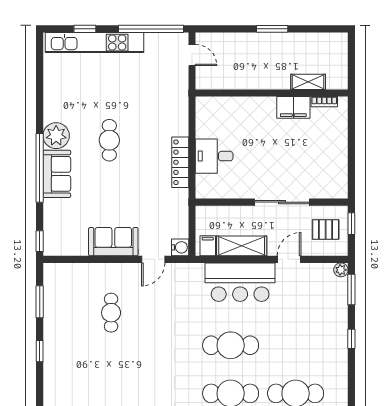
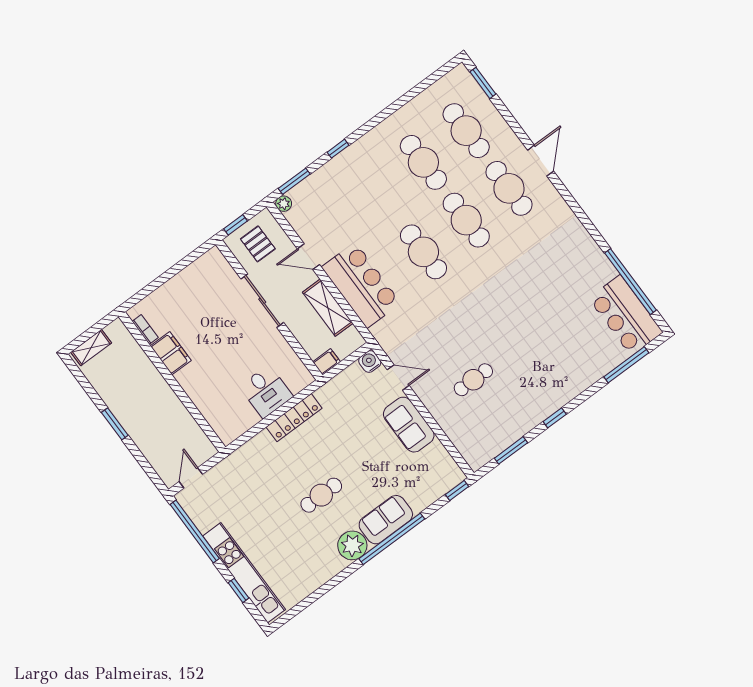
shelving: (308, 82) -> (91, 348), moved, turned 90
filing cabinet: (208, 246) -> (326, 362), moved, turned 180

